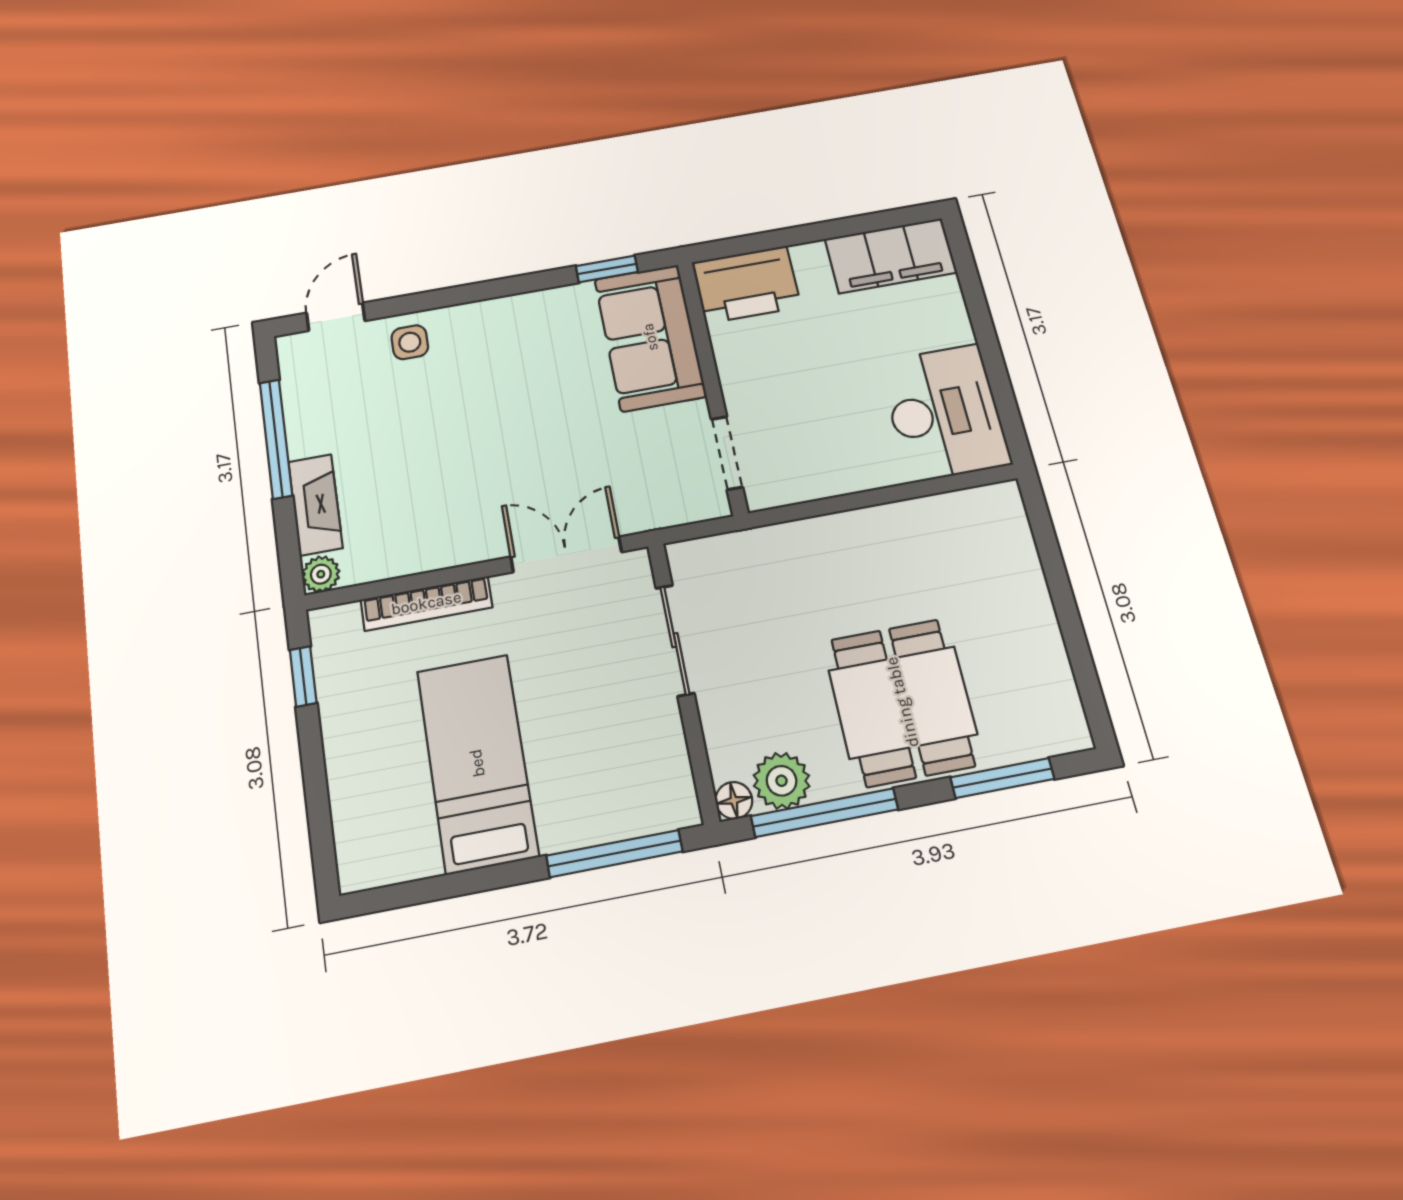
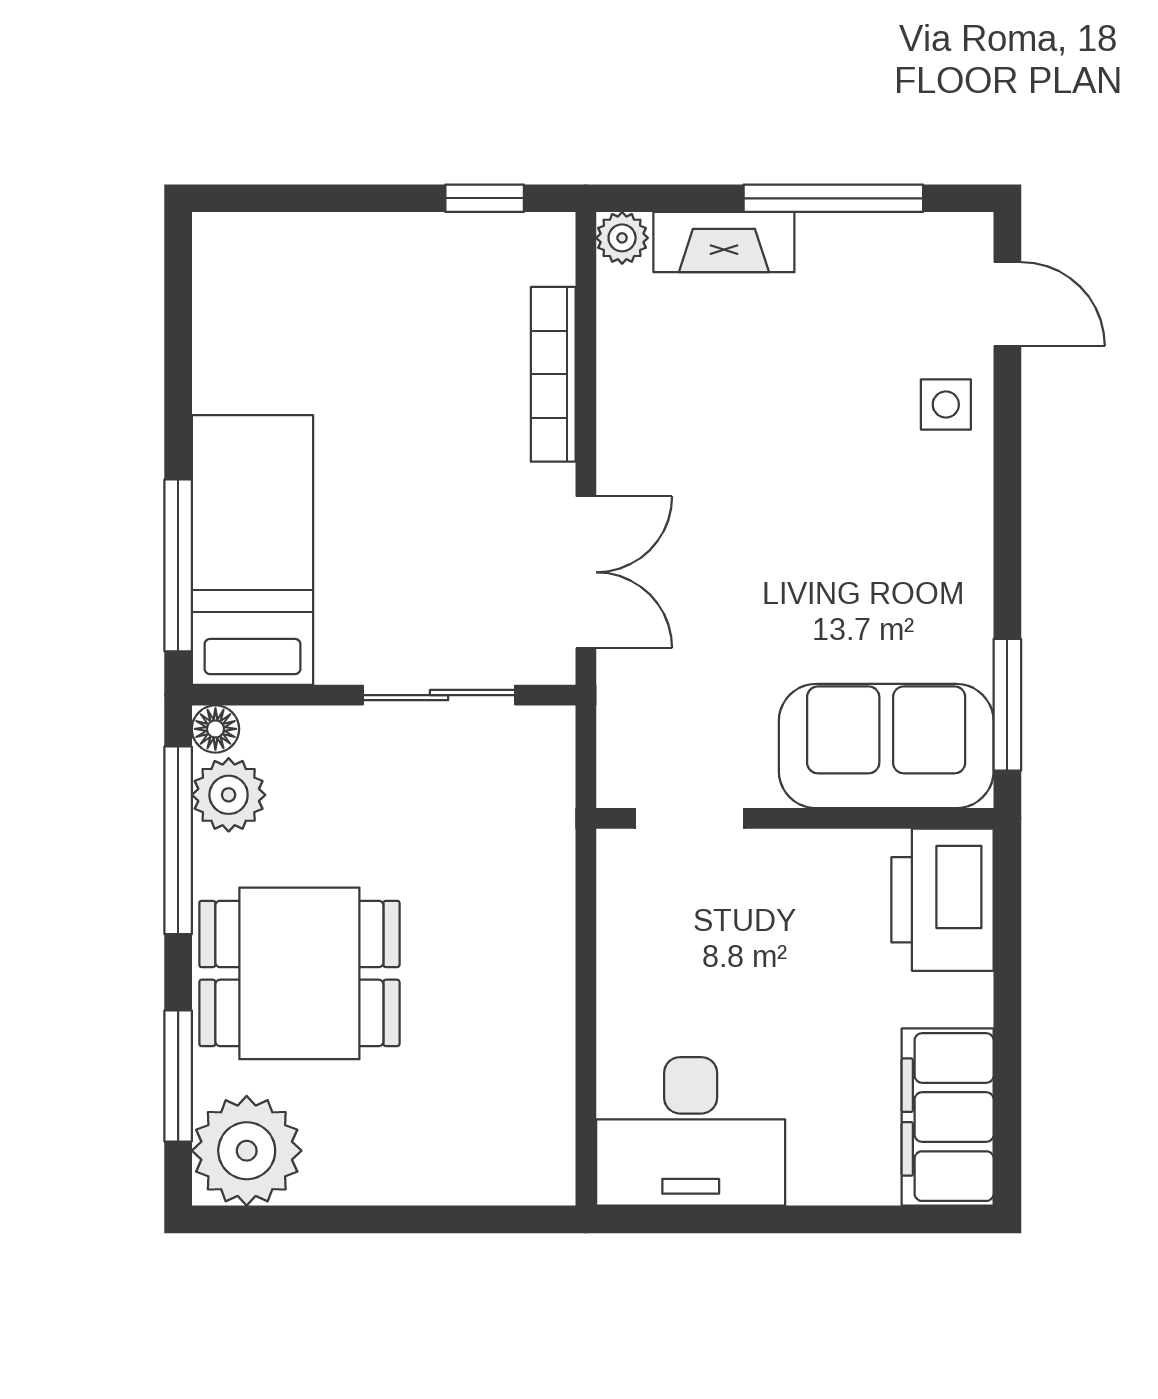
window: (607, 269) -> (1007, 705), width x1.50
plant: (1044, 716) -> (247, 1151), added
bed: (477, 763) -> (252, 550), moved, turned -90

